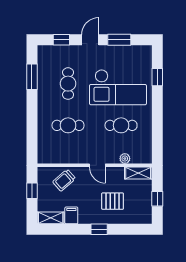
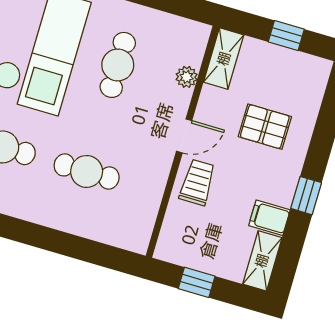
cafe table: (68, 125) -> (87, 171), turned 90
trolley: (64, 180) -> (197, 182), moved, turned -139
pallet: (113, 201) -> (265, 127), turned 90
window: (99, 229) -> (306, 196), moved

